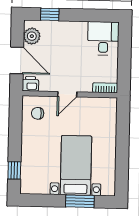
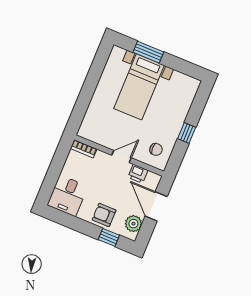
armchair: (62, 34) -> (104, 215), added
printer: (30, 84) -> (138, 174), moved
window: (14, 170) -> (187, 133), moved

